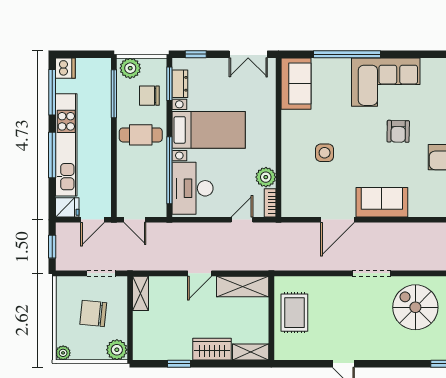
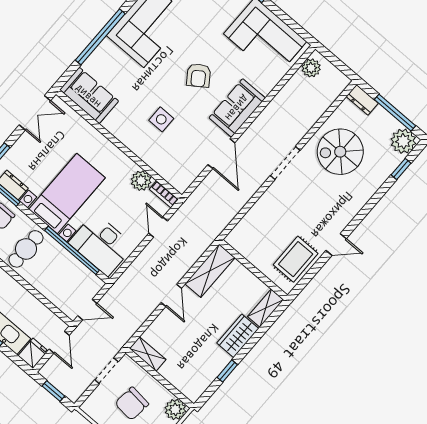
armchair: (398, 131) -> (199, 75), moved, turned 54
rug: (294, 313) -> (296, 259), moved, turned 90

